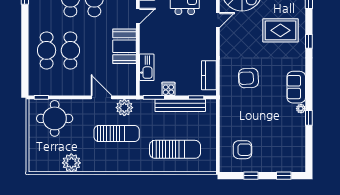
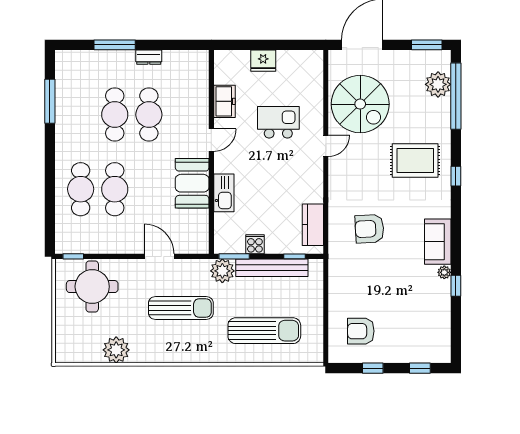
kitchen sink: (147, 67) -> (224, 193), moved
plant: (124, 108) -> (222, 271), moved
armchair: (242, 150) -> (361, 331), turned 180

